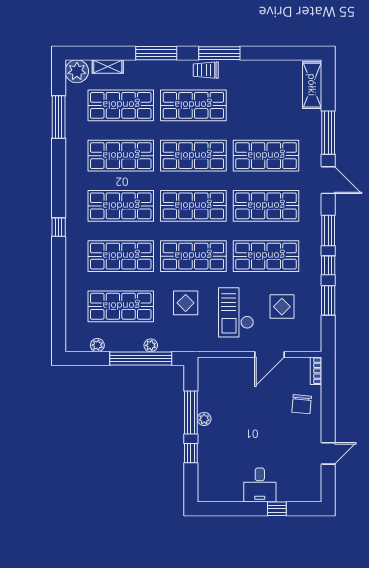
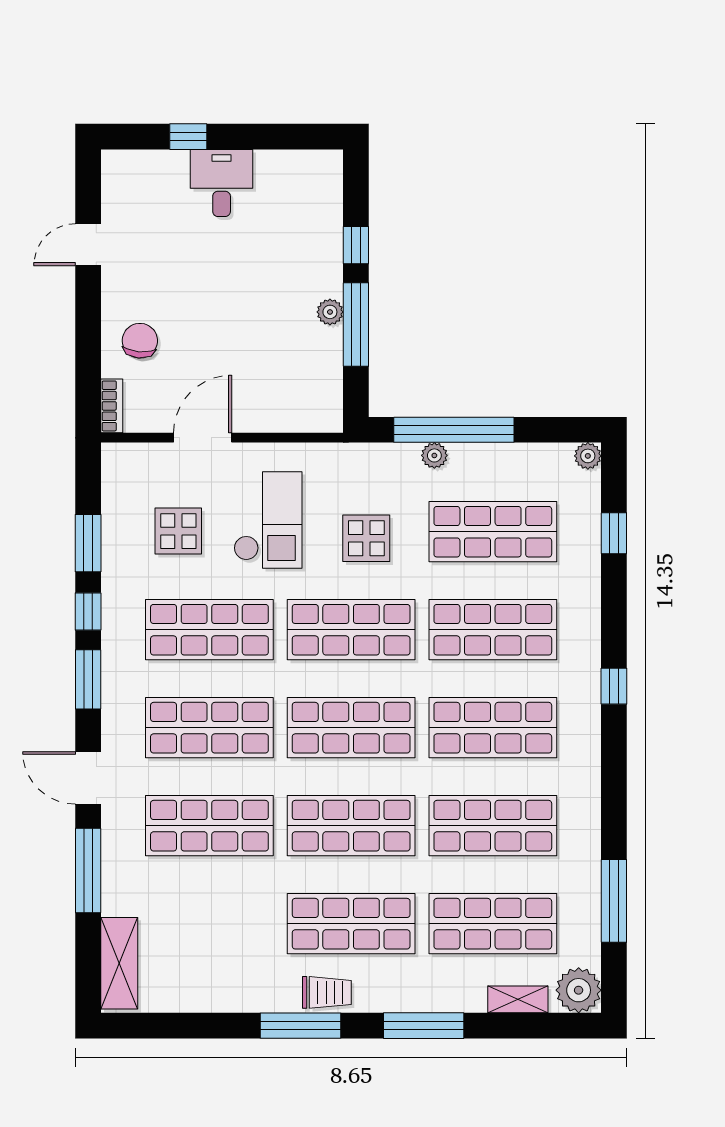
window: (59, 305) -> (614, 533), added
plant: (97, 345) -> (588, 456), moved

